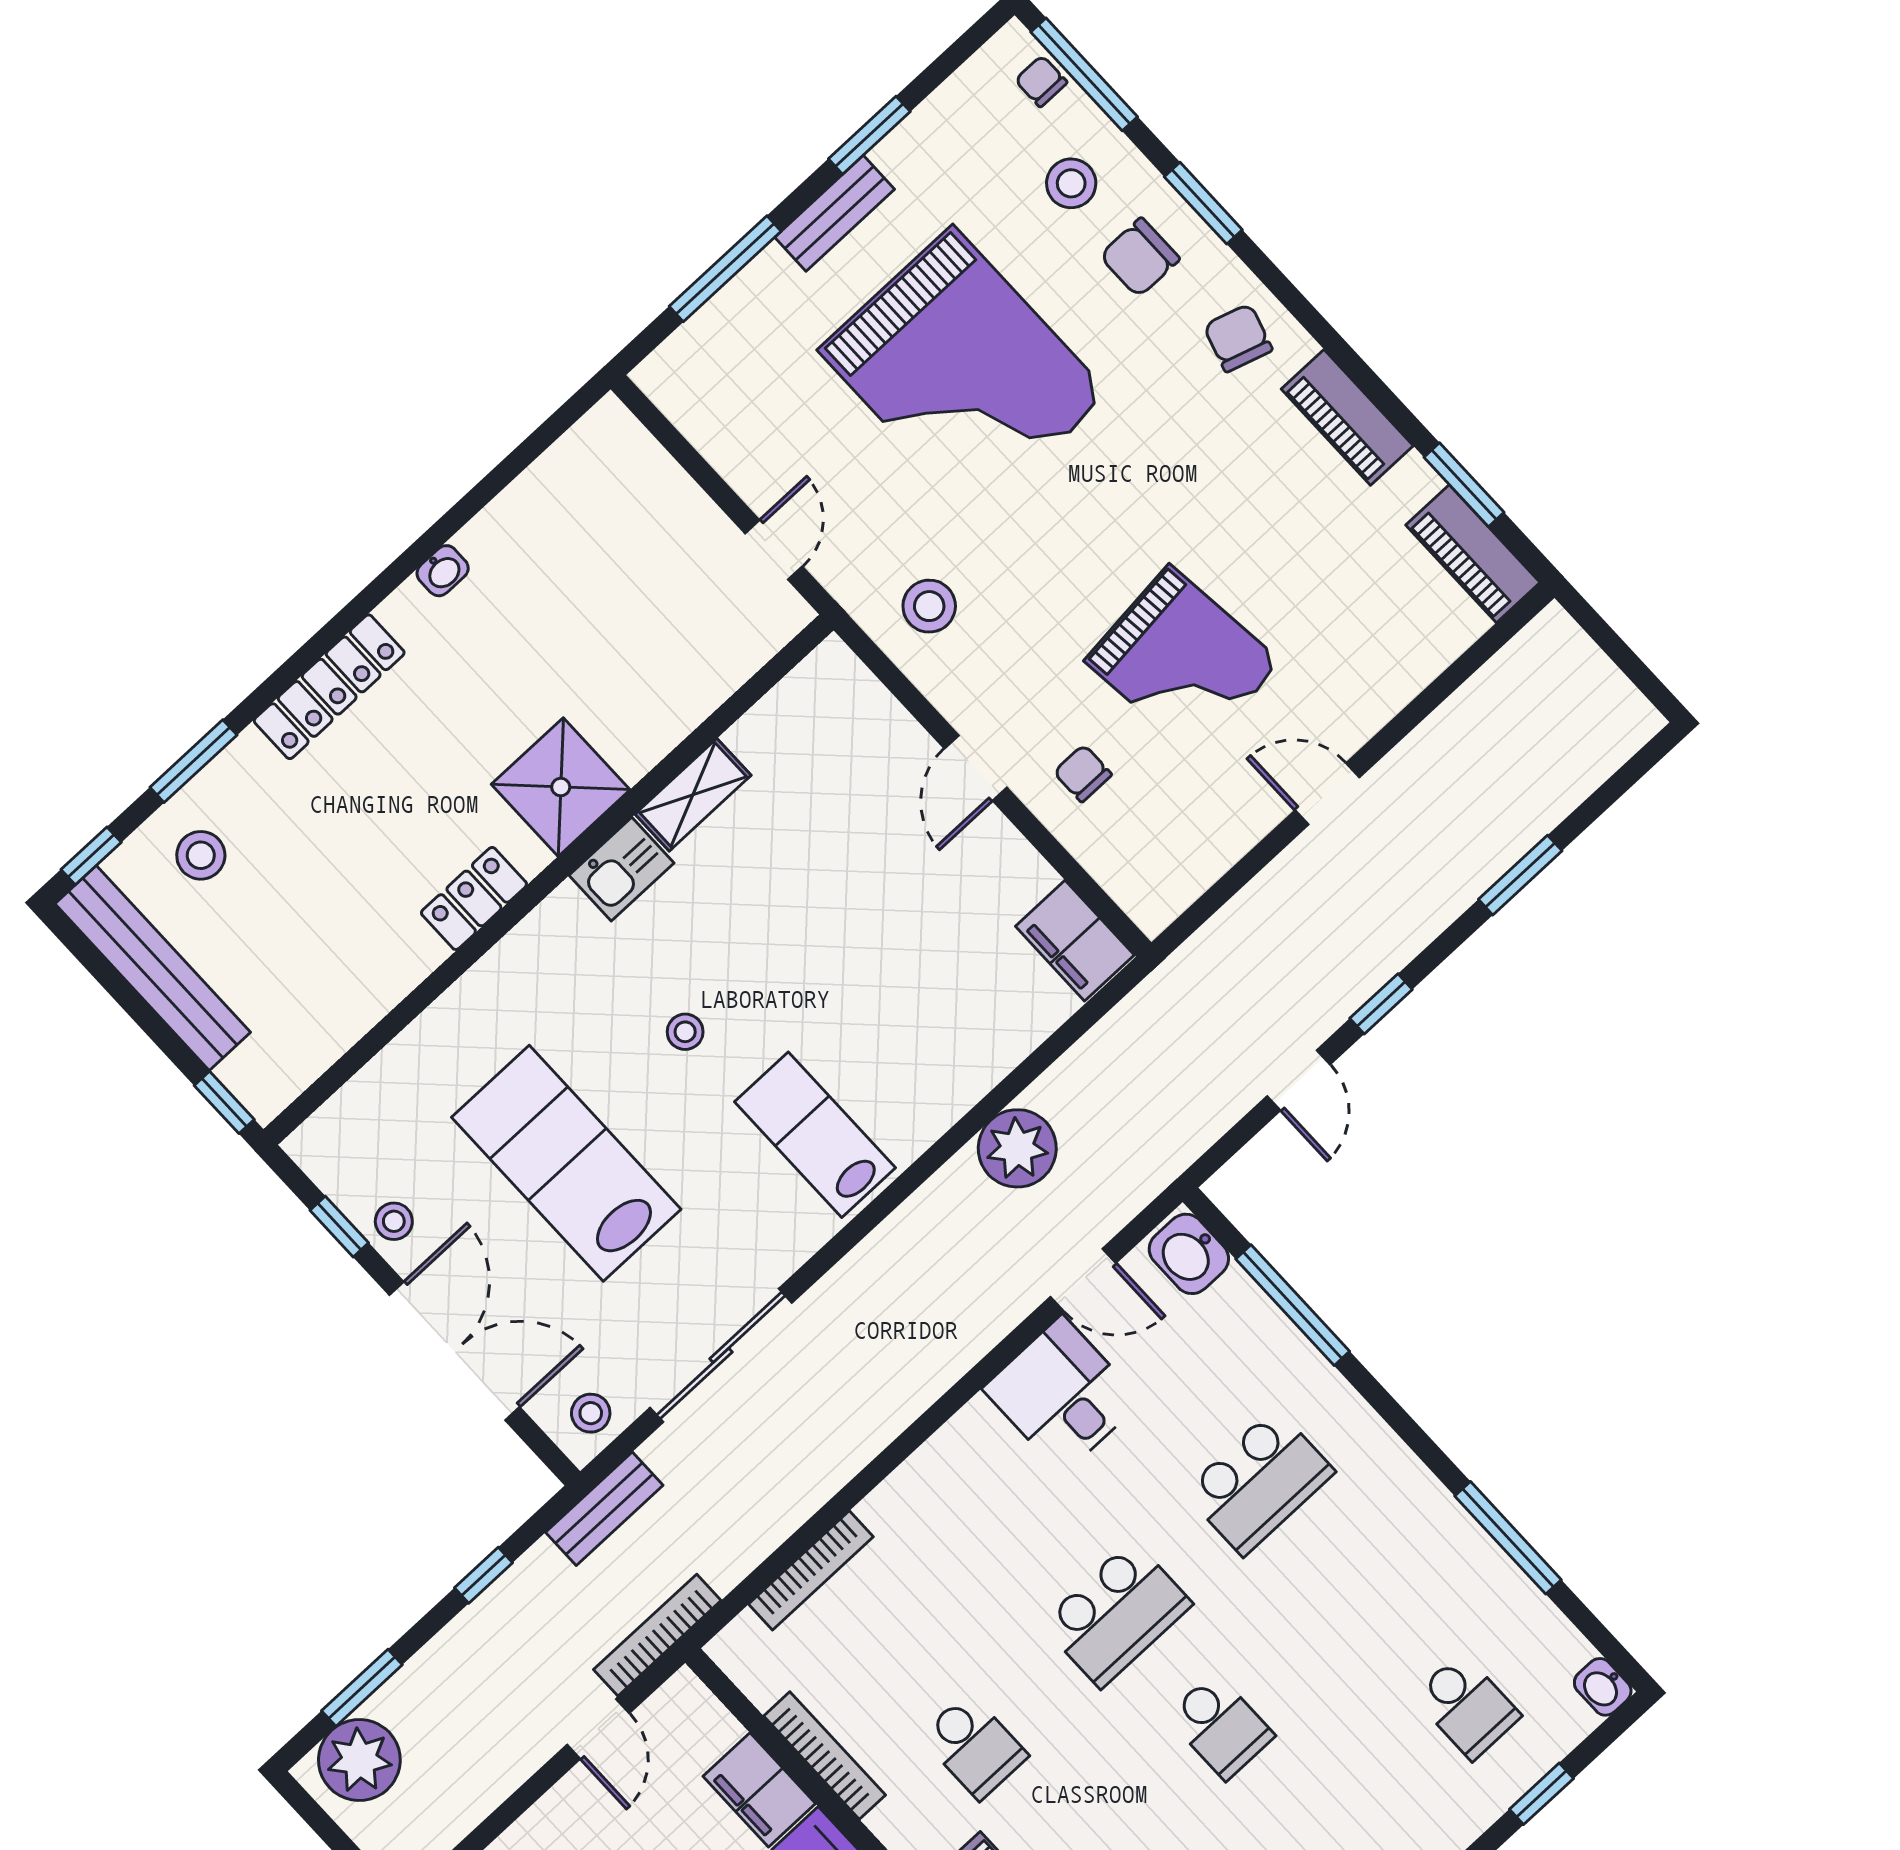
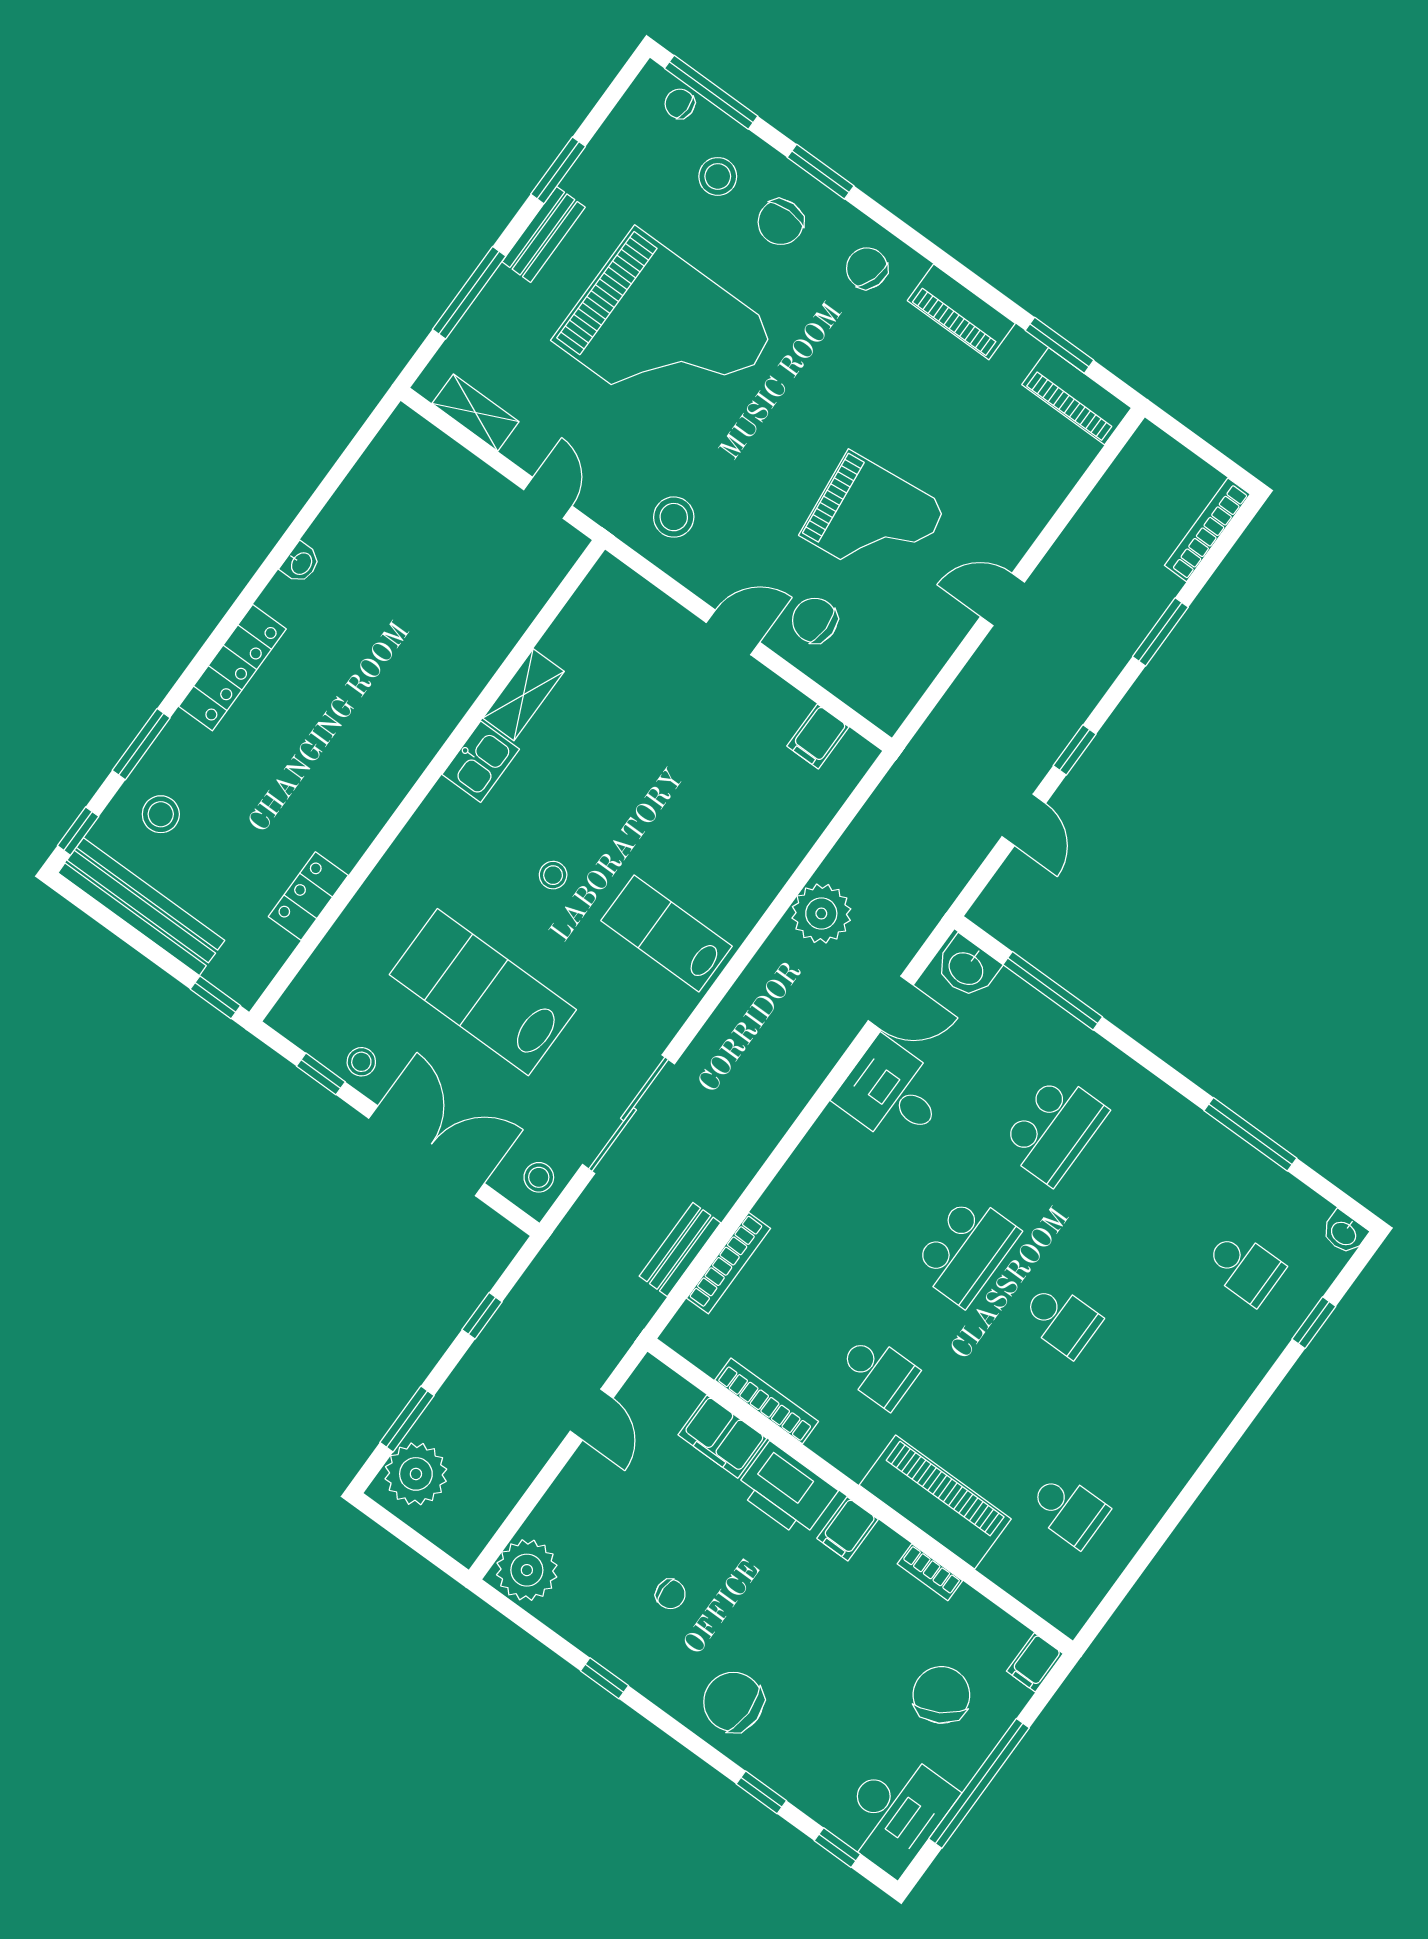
shelving: (703, 423) -> (475, 413), added
door: (976, 768) -> (733, 632), swing flipped
chair: (1083, 773) -> (815, 620), width x1.37, depth x1.37
shower: (561, 787) -> (422, 709), removed
locker: (474, 898) -> (308, 896), moved
filing cabinet: (1075, 941) -> (818, 736), width x0.50
bench: (604, 1509) -> (680, 1249), moved
bookcase: (657, 1635) -> (1207, 530), moved

